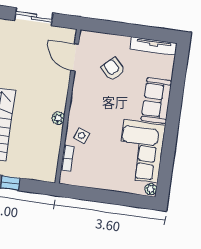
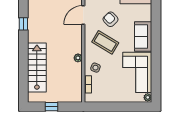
door: (75, 57) -> (83, 15), hinge flipped
coffee table: (101, 101) -> (105, 42), added

